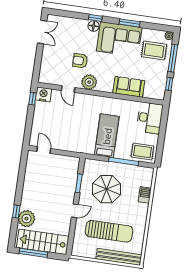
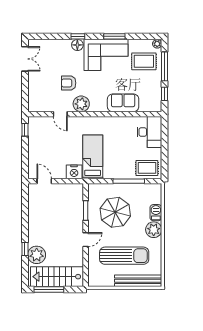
nightstand: (43, 94) -> (74, 172), moved, turned 180
bed: (107, 136) -> (93, 157), moved
plant: (140, 211) -> (154, 230), added

